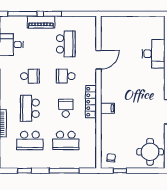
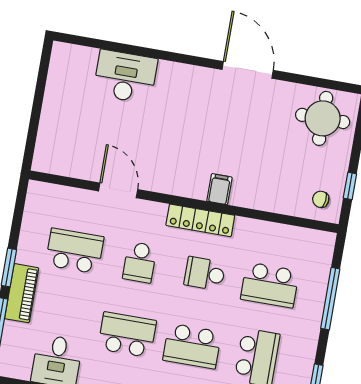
school desk: (30, 76) -> (127, 335), width x1.85
school desk: (66, 140) -> (270, 285), turned 90

